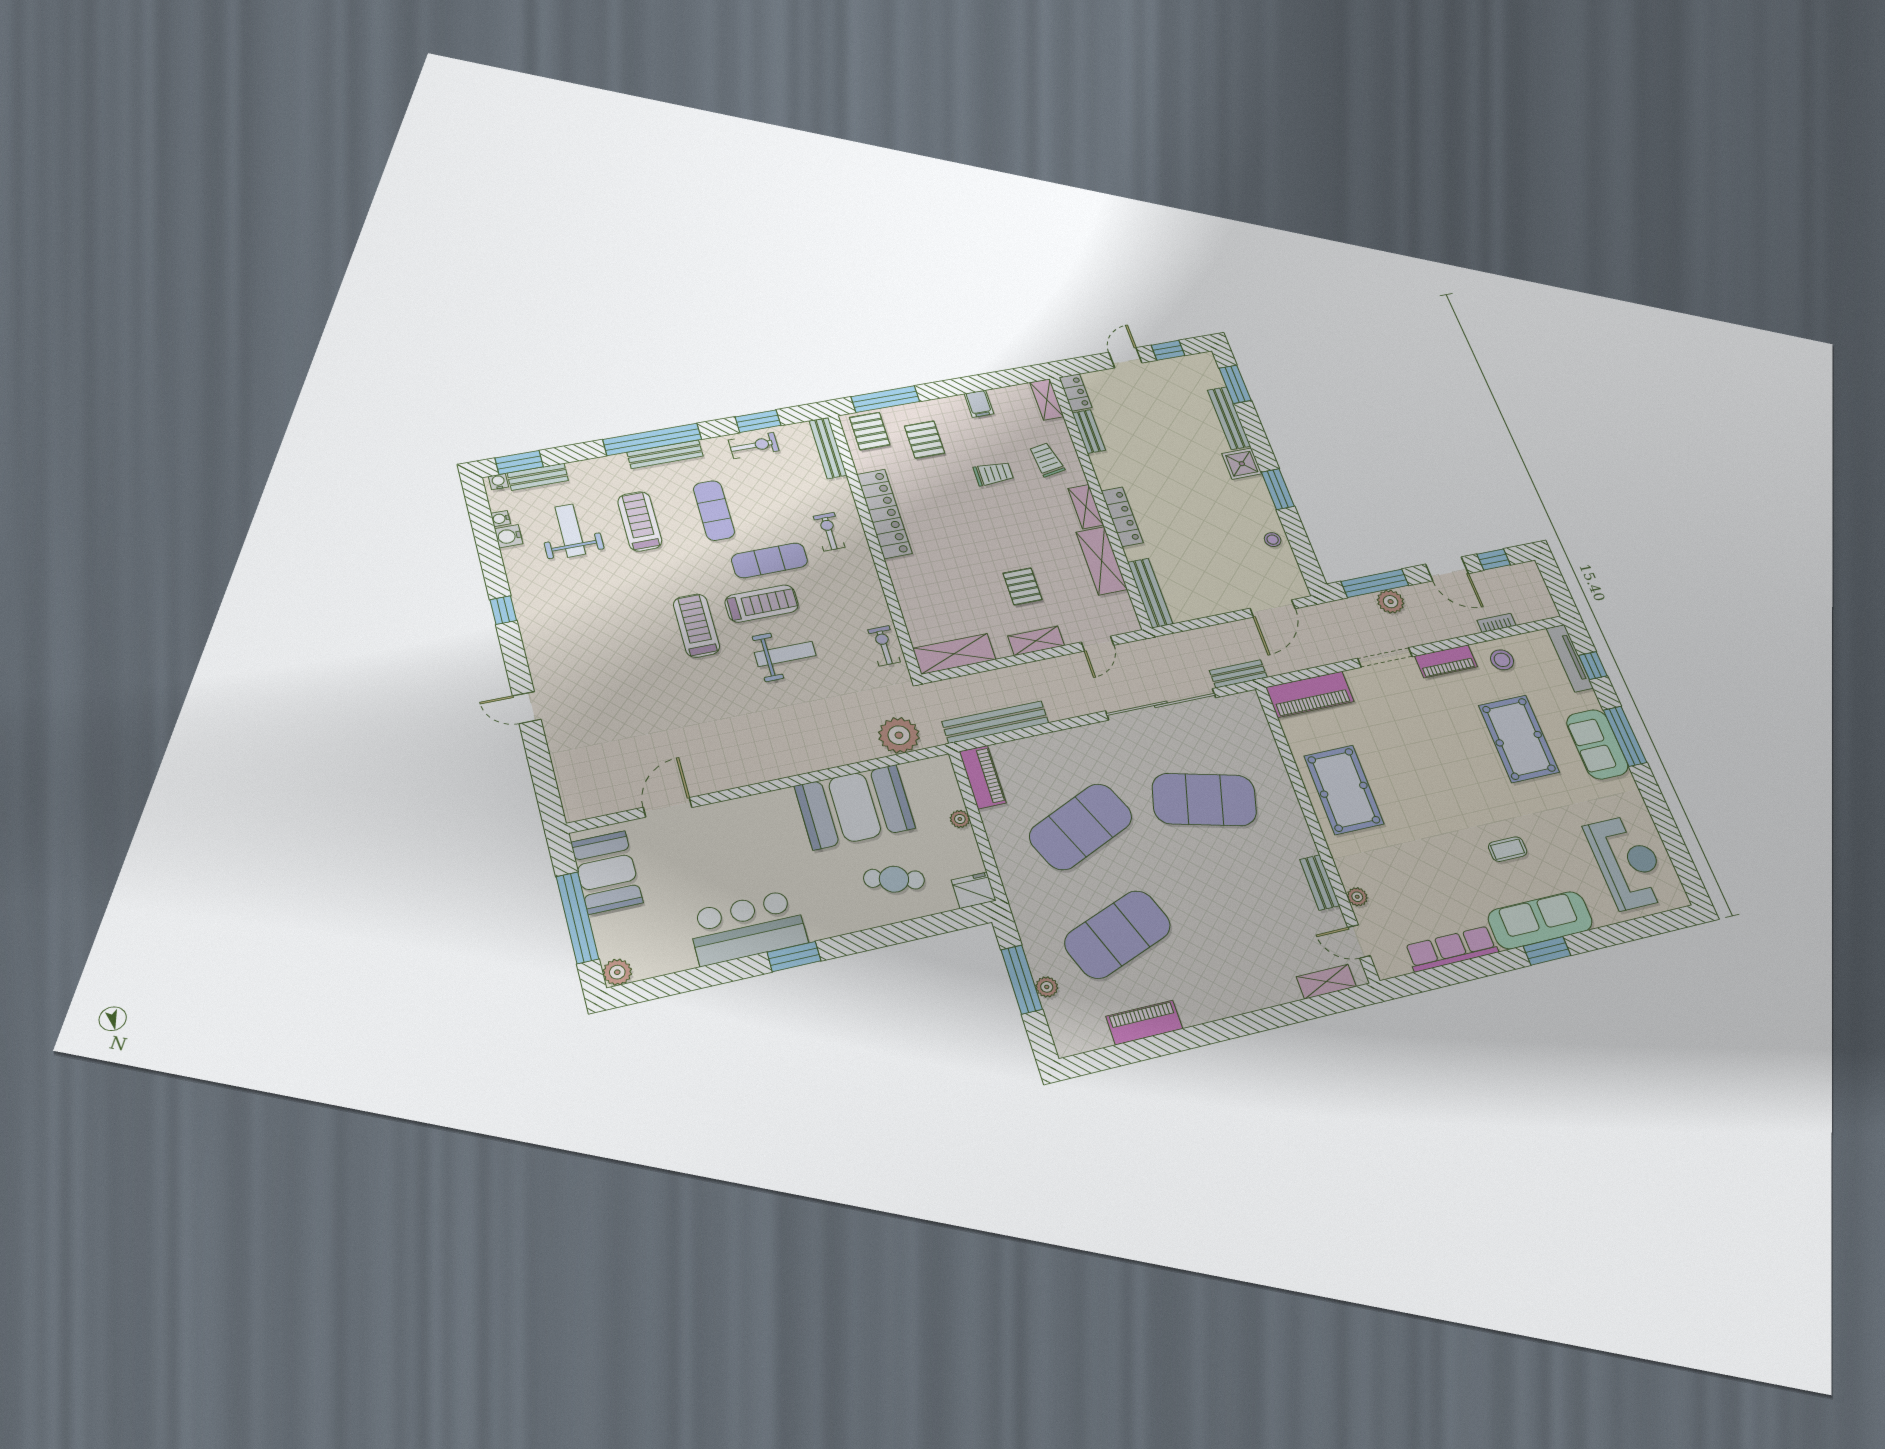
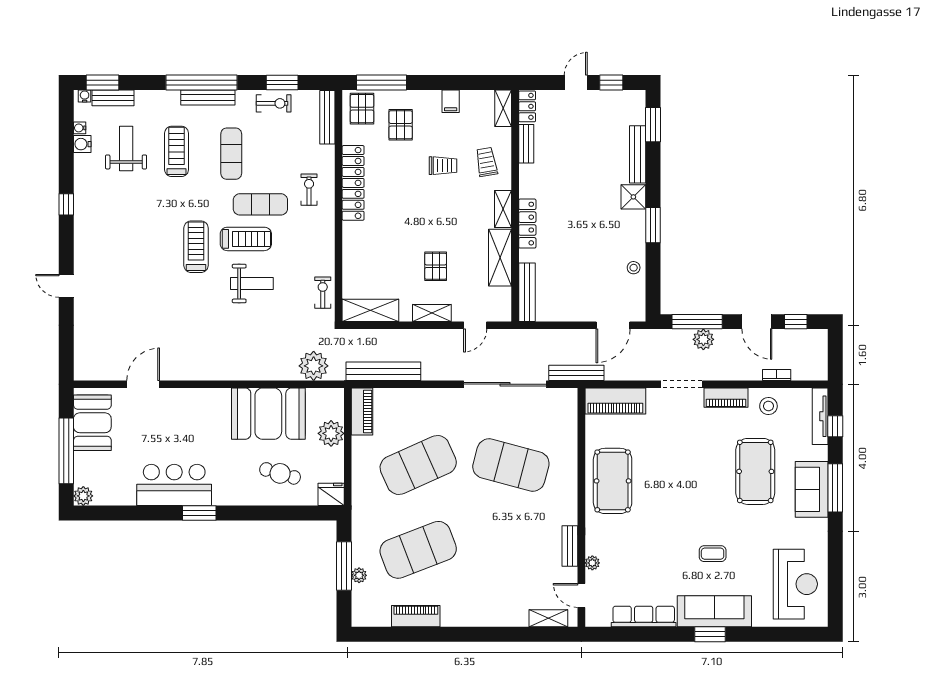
bench: (1238, 674) -> (576, 373), width x1.36
plant: (960, 819) -> (331, 433), width x1.88, depth x1.88

